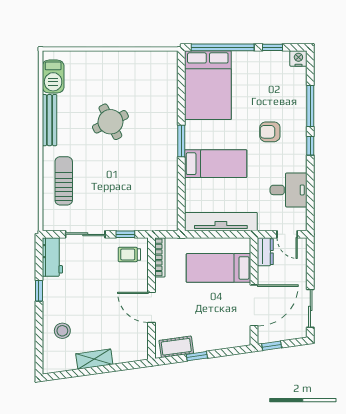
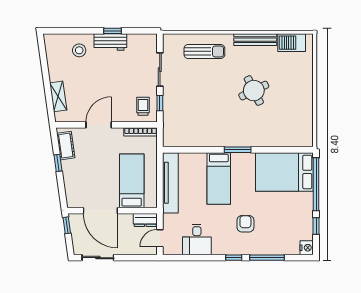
workbench: (52, 257) -> (110, 42), moved
shelving: (94, 359) -> (58, 96), moved

